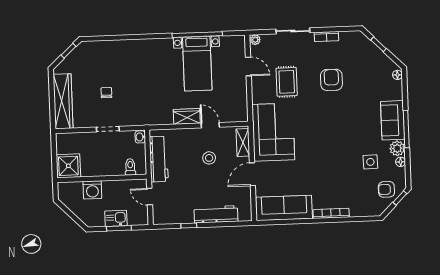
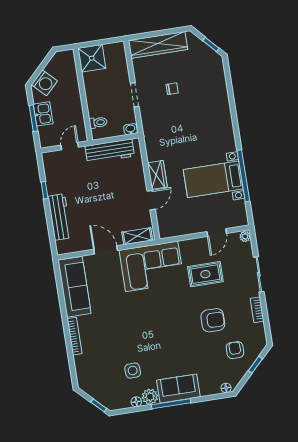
stool: (209, 158) -> (117, 203), removed
armchair: (386, 189) -> (235, 350), moved
washing machine: (92, 190) -> (44, 83), moved, turned -135

